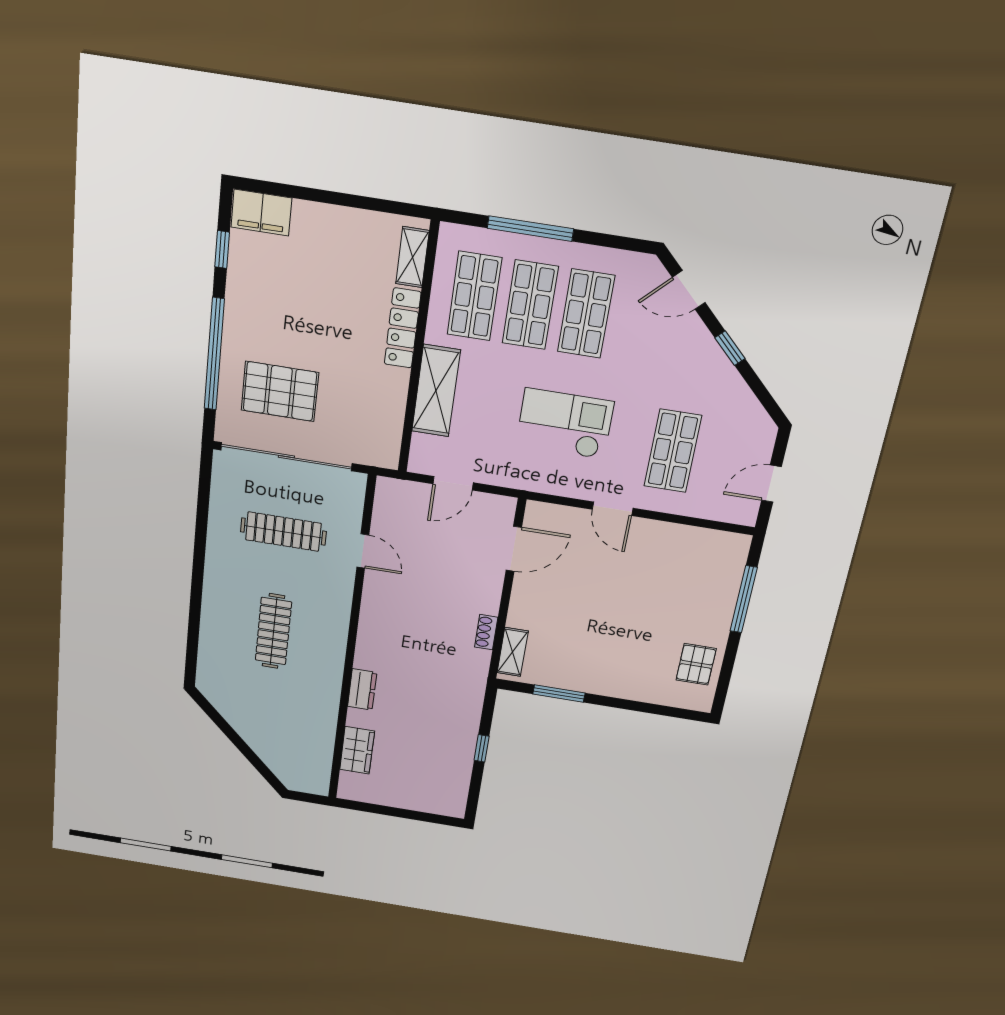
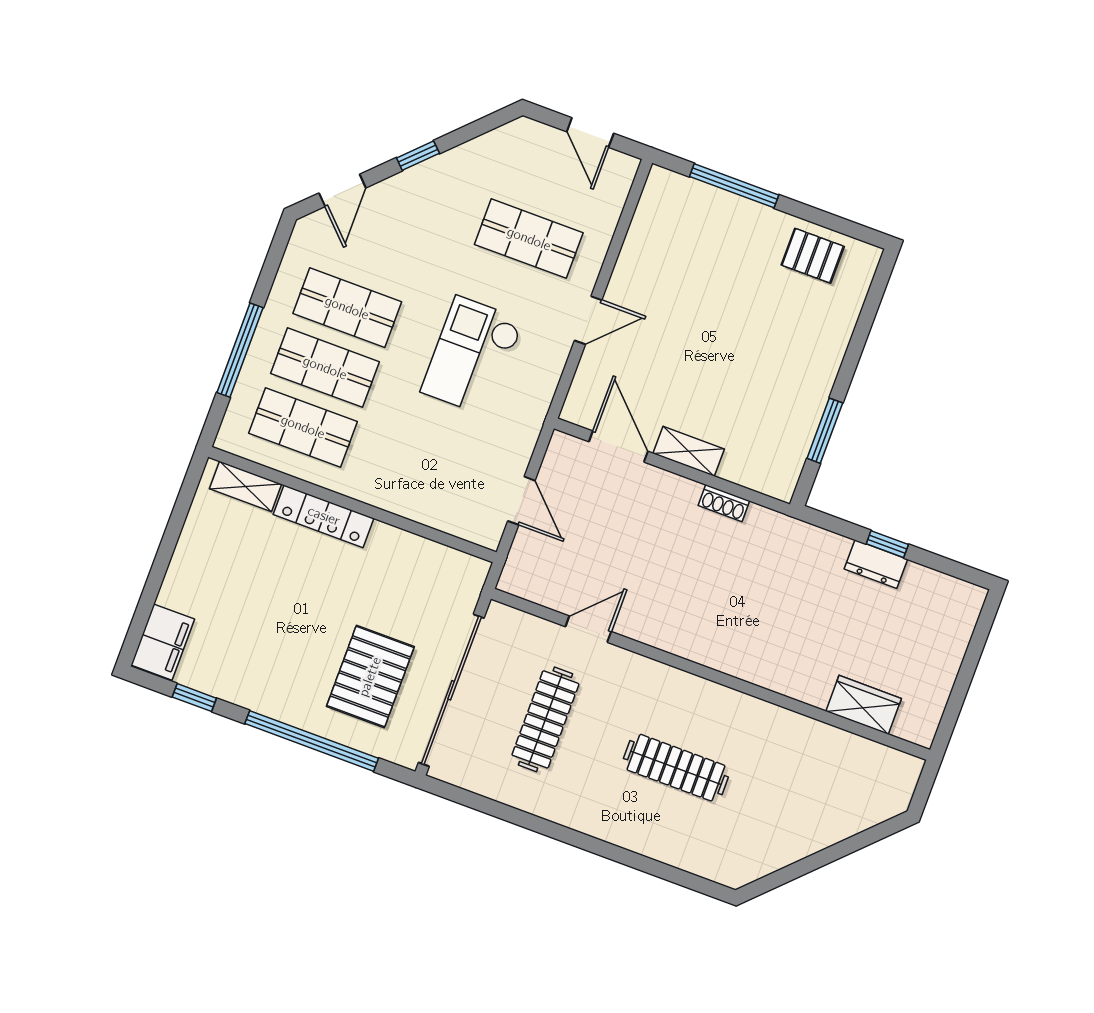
shelving: (436, 391) -> (404, 495), removed
shelving: (513, 652) -> (689, 451), moved
dresser: (362, 689) -> (876, 564), moved, turned 180

